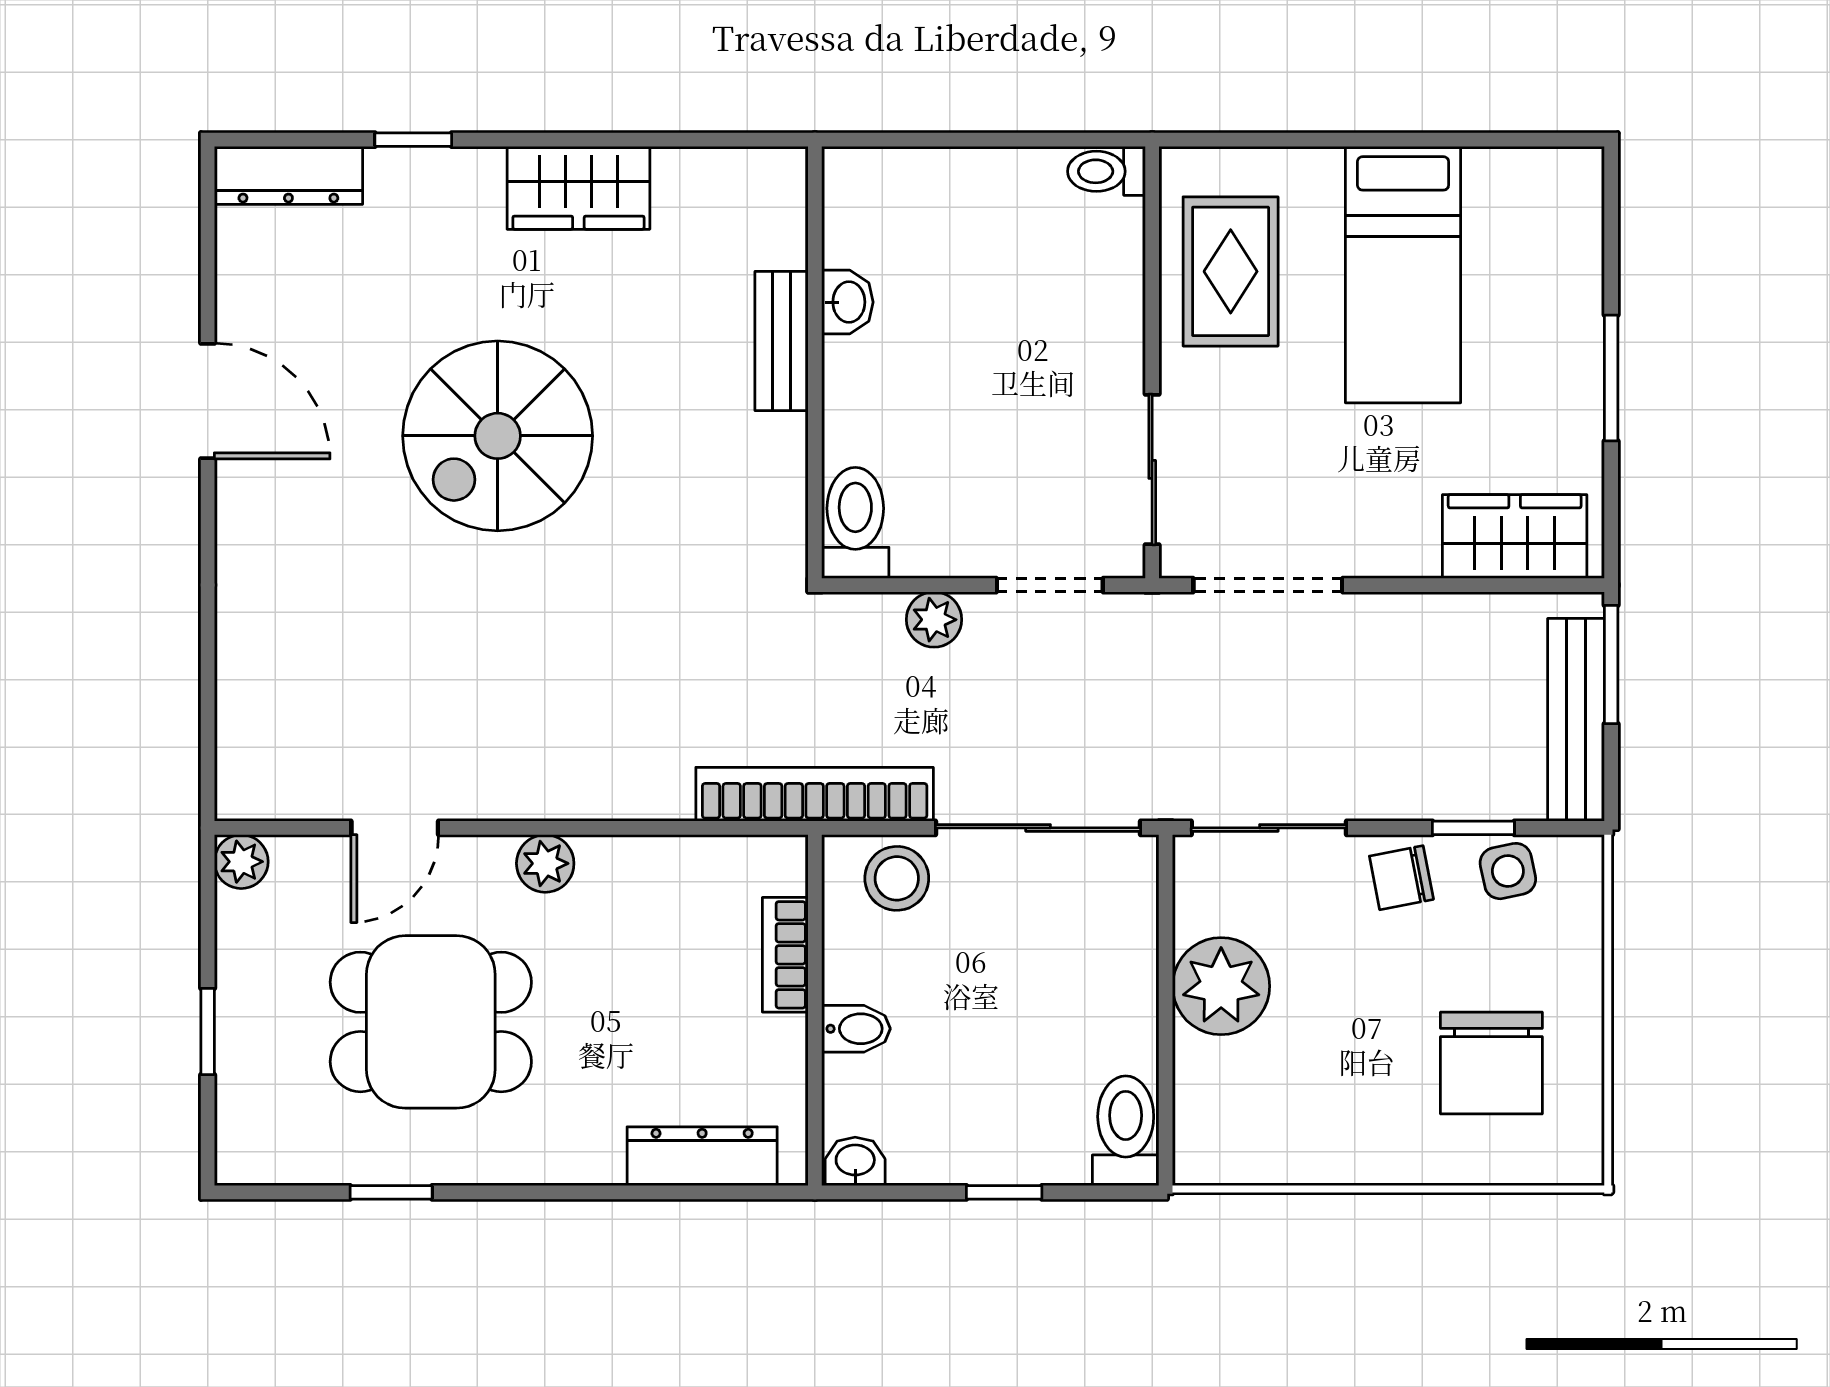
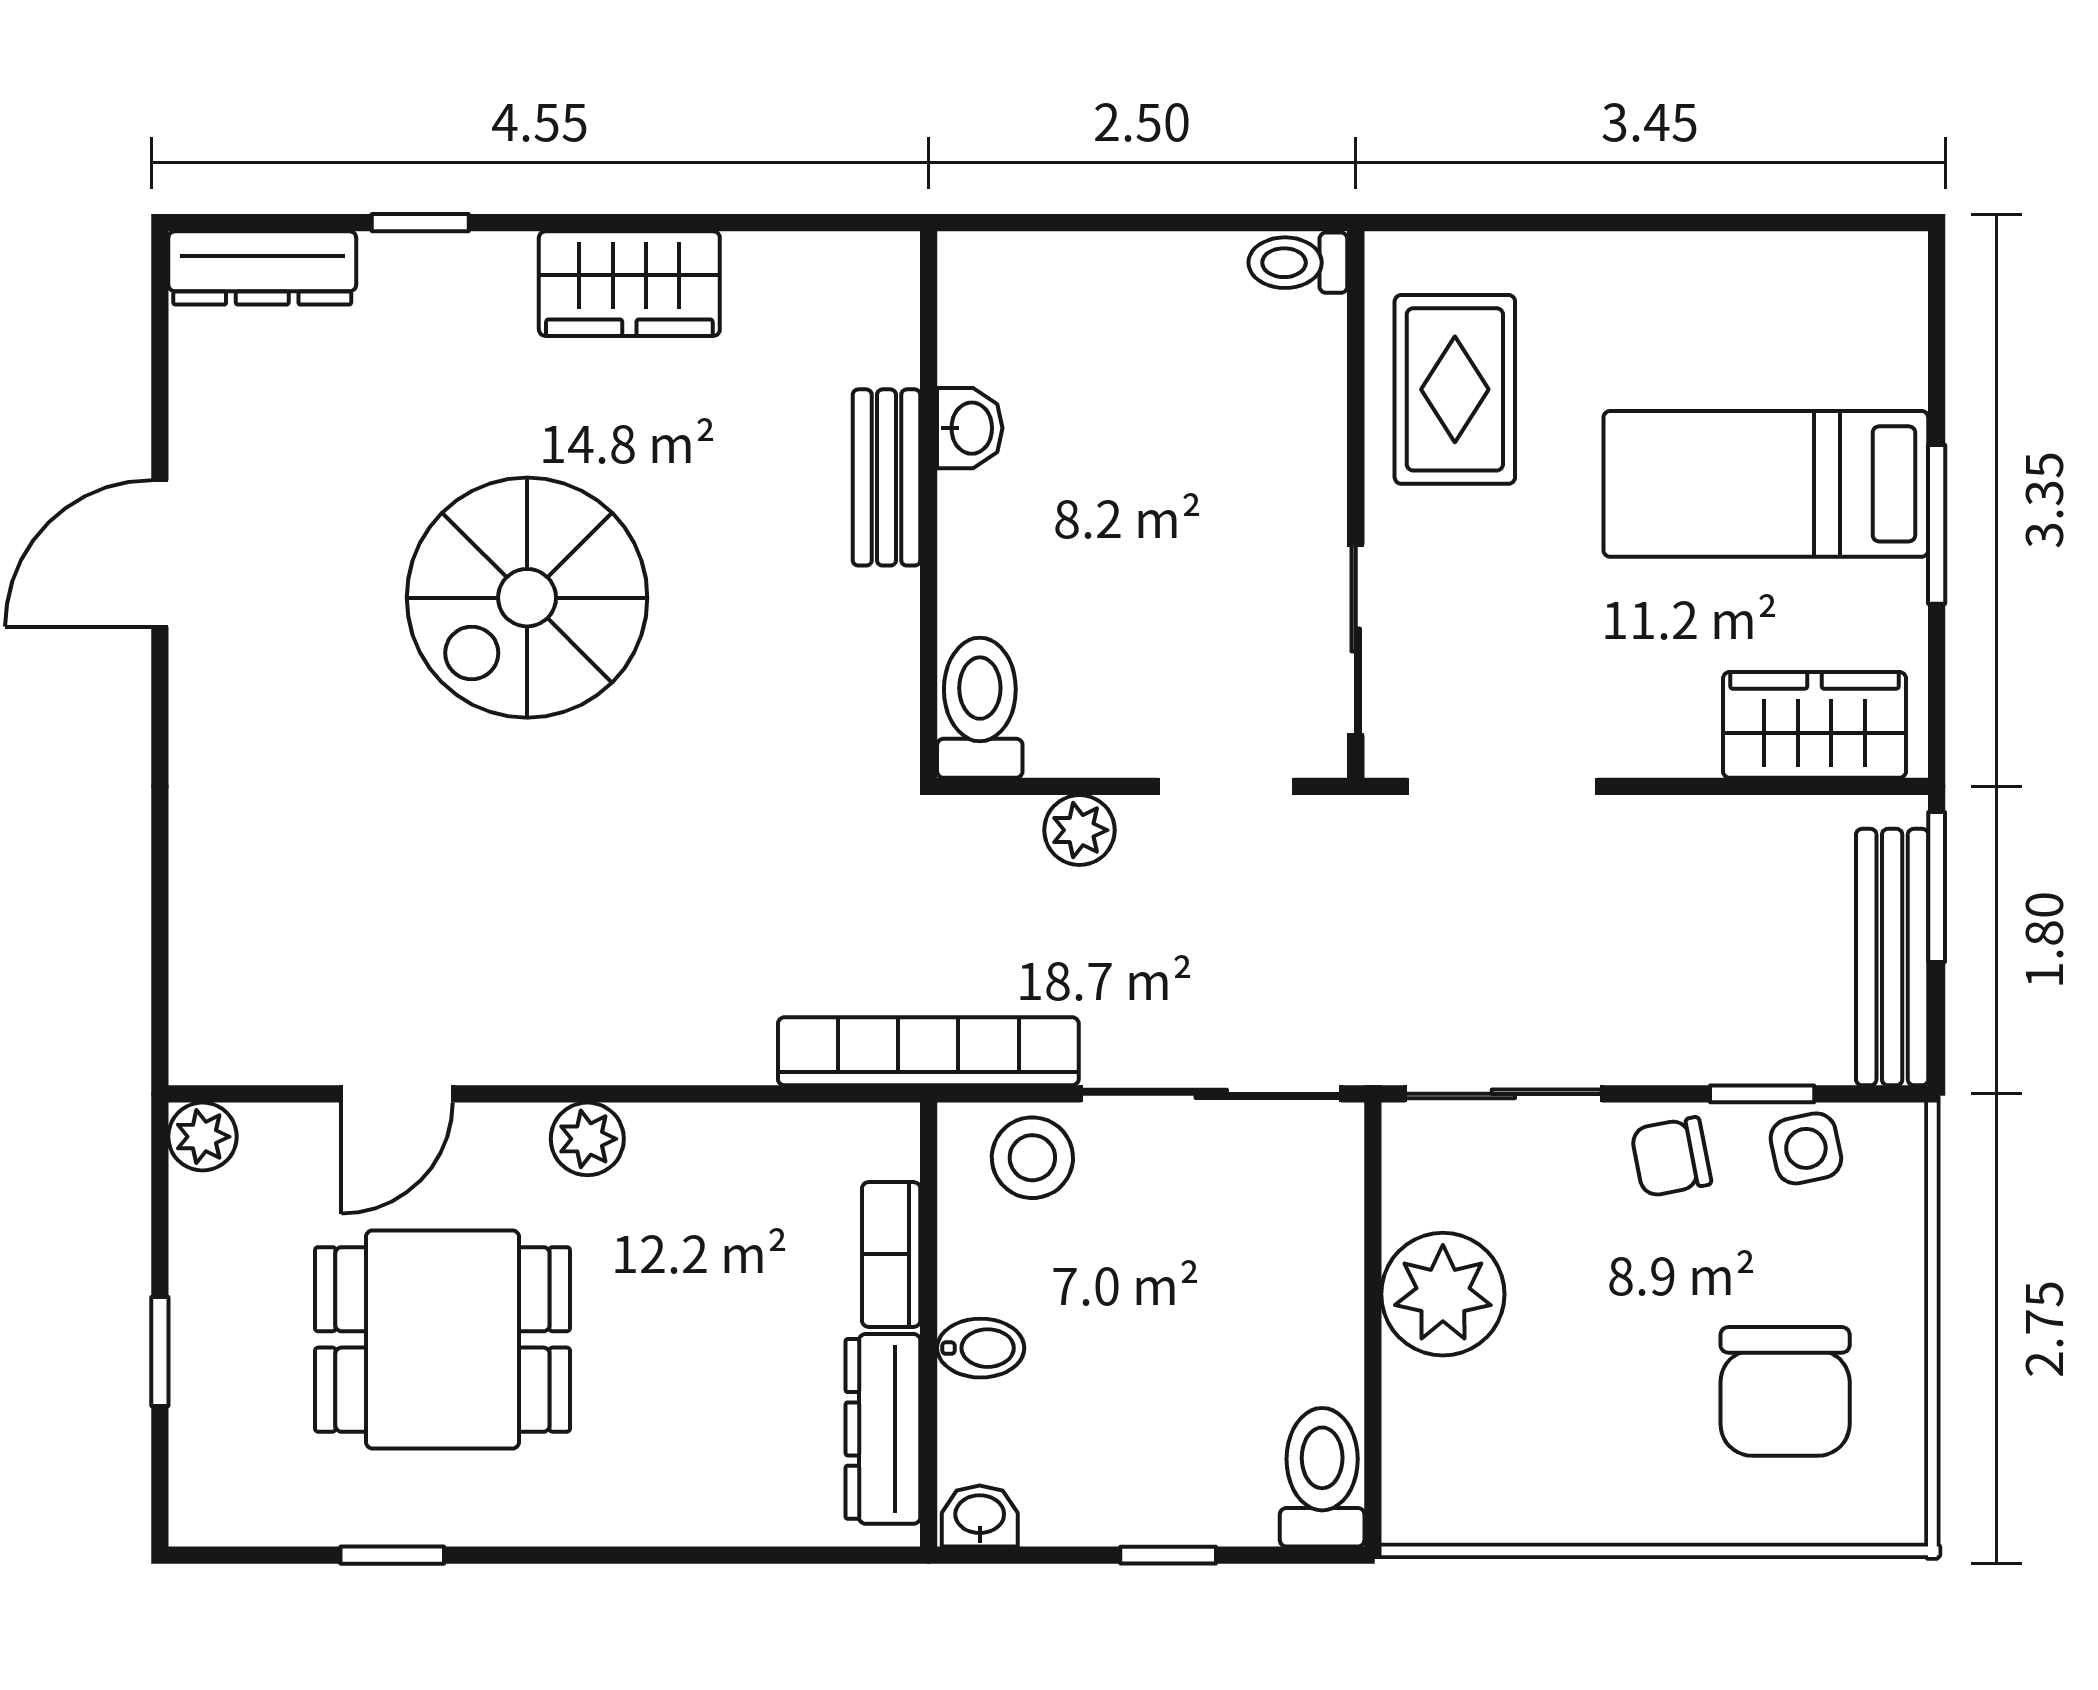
bed: (1403, 275) -> (1766, 484), moved, turned 90
door: (208, 401) -> (160, 554), swing flipped
dresser: (702, 1156) -> (883, 1429), moved, turned -90

